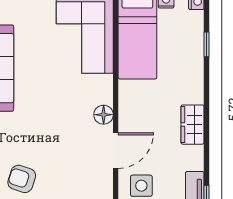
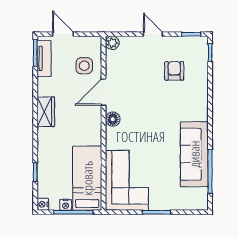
armchair: (22, 179) -> (174, 71), turned -108

